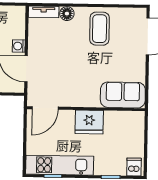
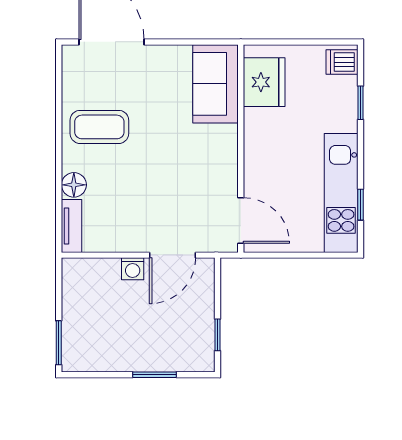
fridge: (89, 122) -> (264, 82), moved

